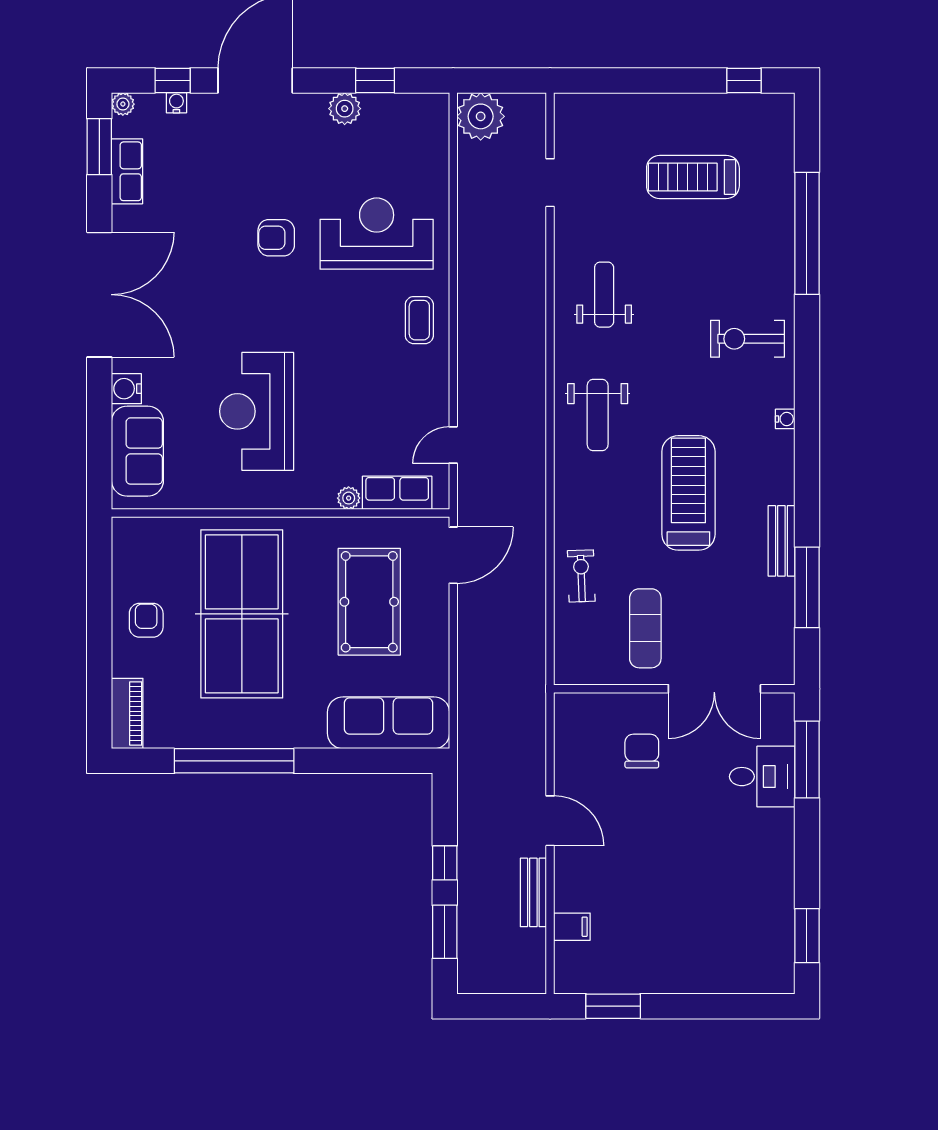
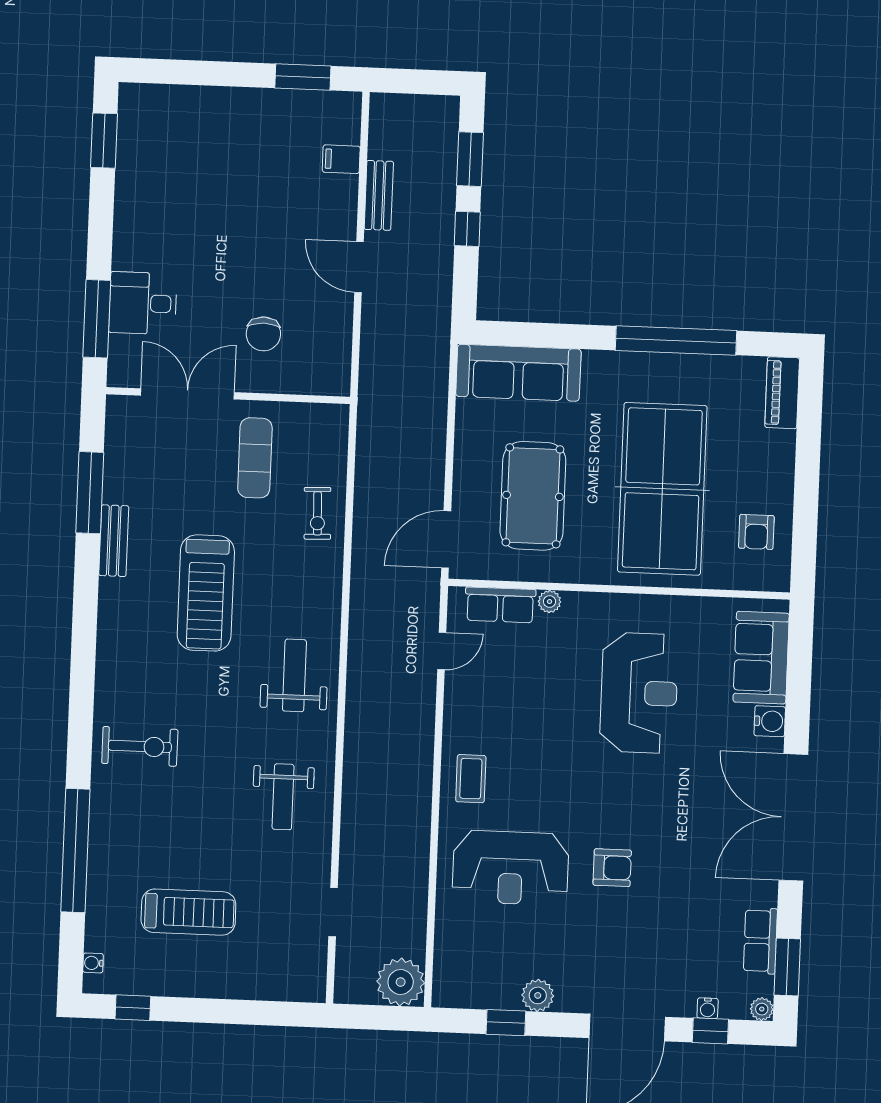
water cooler: (785, 419) -> (93, 963), moved
armchair: (146, 620) -> (756, 532), moved

